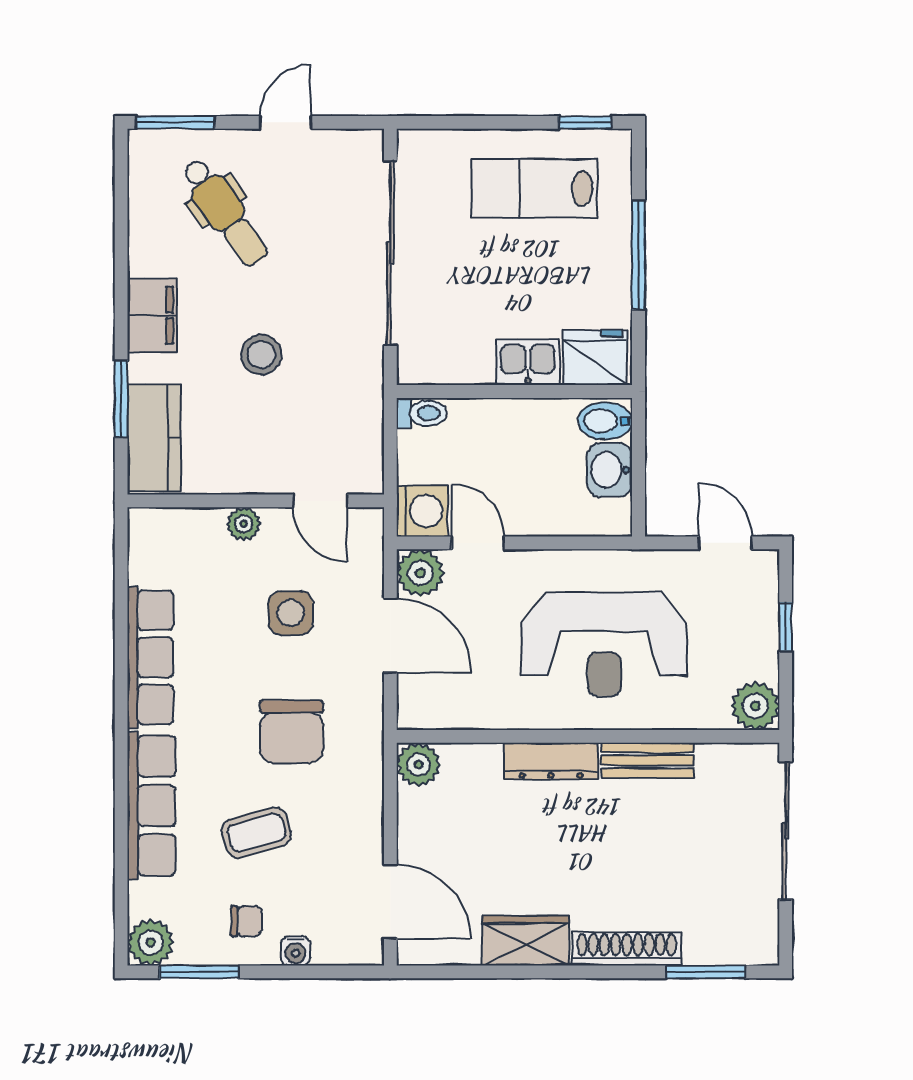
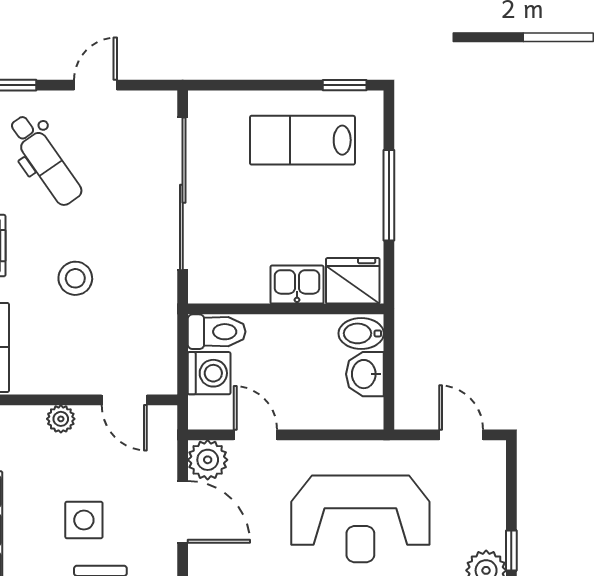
toilet: (422, 413) -> (217, 332), width x1.37, depth x1.39
washing machine: (422, 511) -> (209, 373), moved
side table: (291, 613) -> (84, 520), moved
window: (786, 627) -> (511, 550), moved

